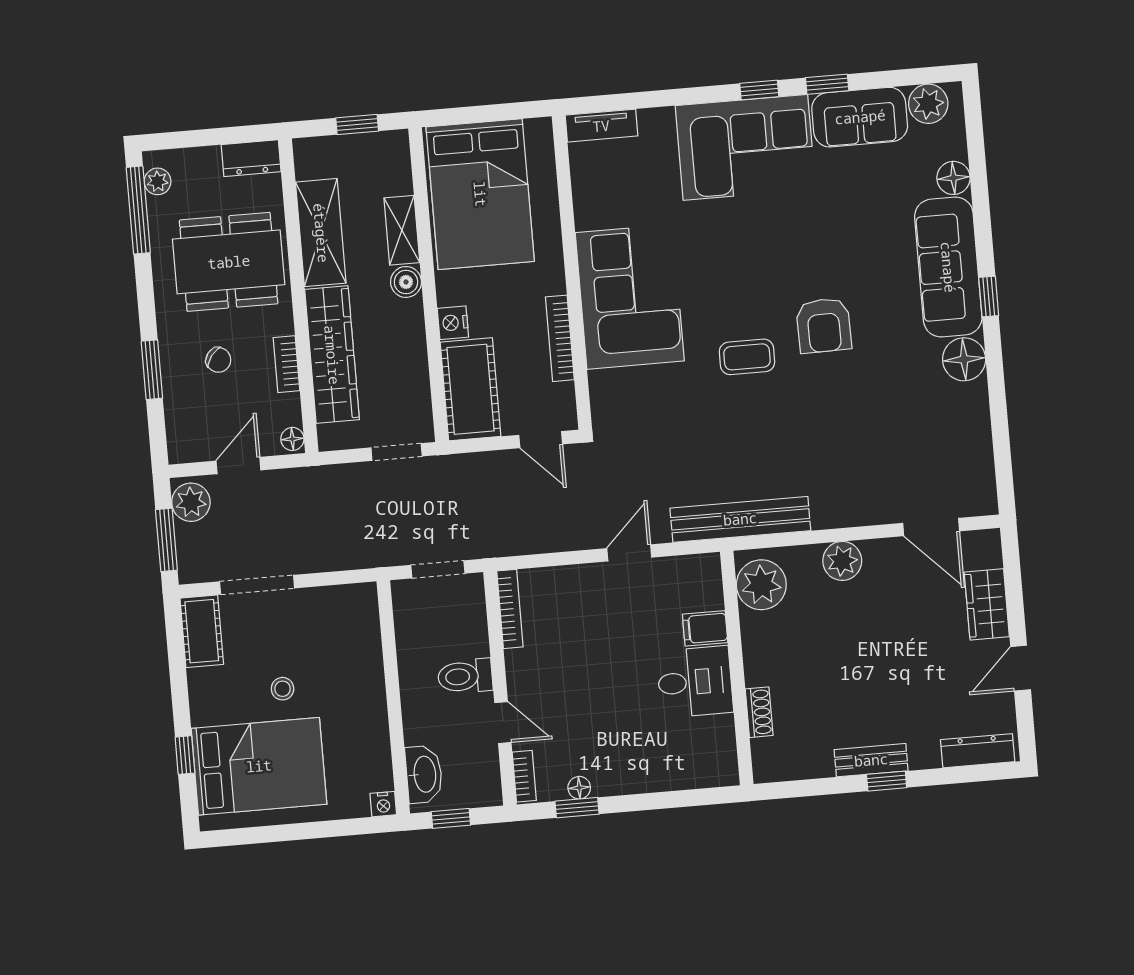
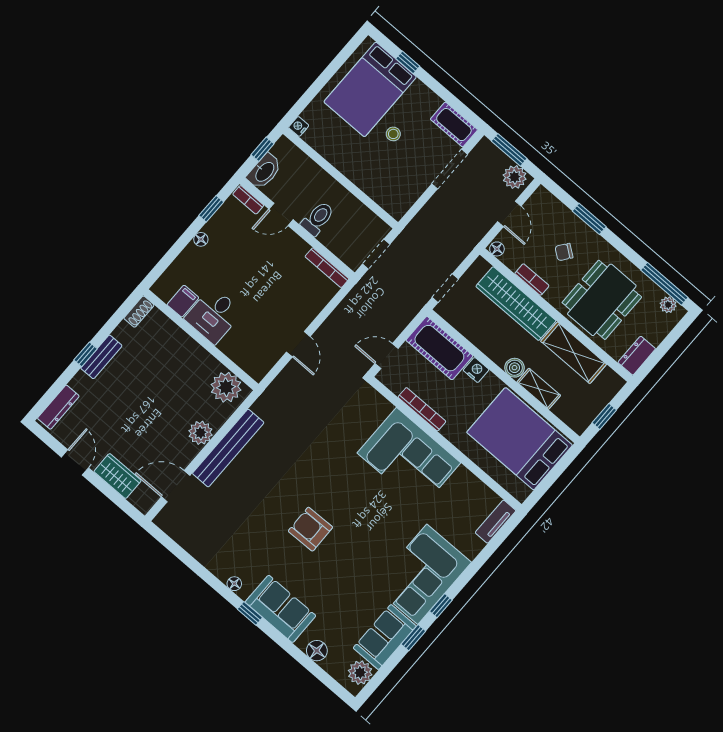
sofa: (948, 267) -> (281, 609), width x0.73
coffee table: (747, 357) -> (331, 482), removed
floor lamp: (964, 359) -> (234, 584), width x0.53, depth x0.53
bench: (740, 519) -> (228, 448), moved
filing cabinet: (705, 628) -> (183, 301), moved
shoe rack: (759, 712) -> (139, 312), moved, turned -90
washbasin: (424, 774) -> (264, 171), moved, turned -90
floor lamp: (579, 788) -> (201, 239), moved

